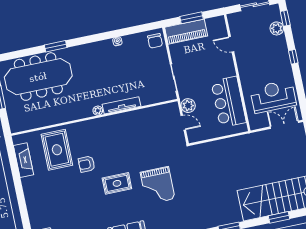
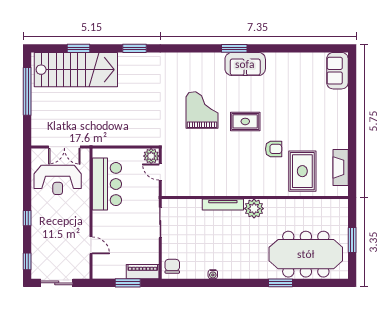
plant: (277, 28) -> (38, 252), removed
piano: (186, 32) -> (143, 272), width x0.73, depth x0.75
plant: (188, 106) -> (151, 156), moved
plant: (98, 111) -> (254, 209), width x1.88, depth x1.88
double door: (284, 125) -> (64, 147), moved

